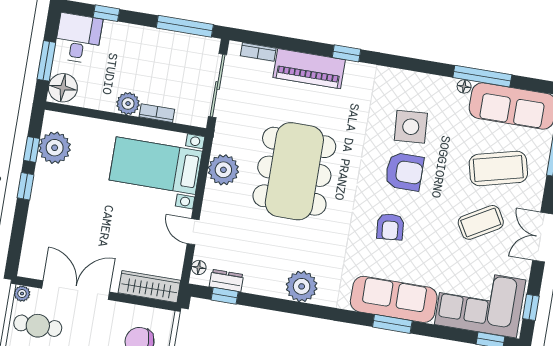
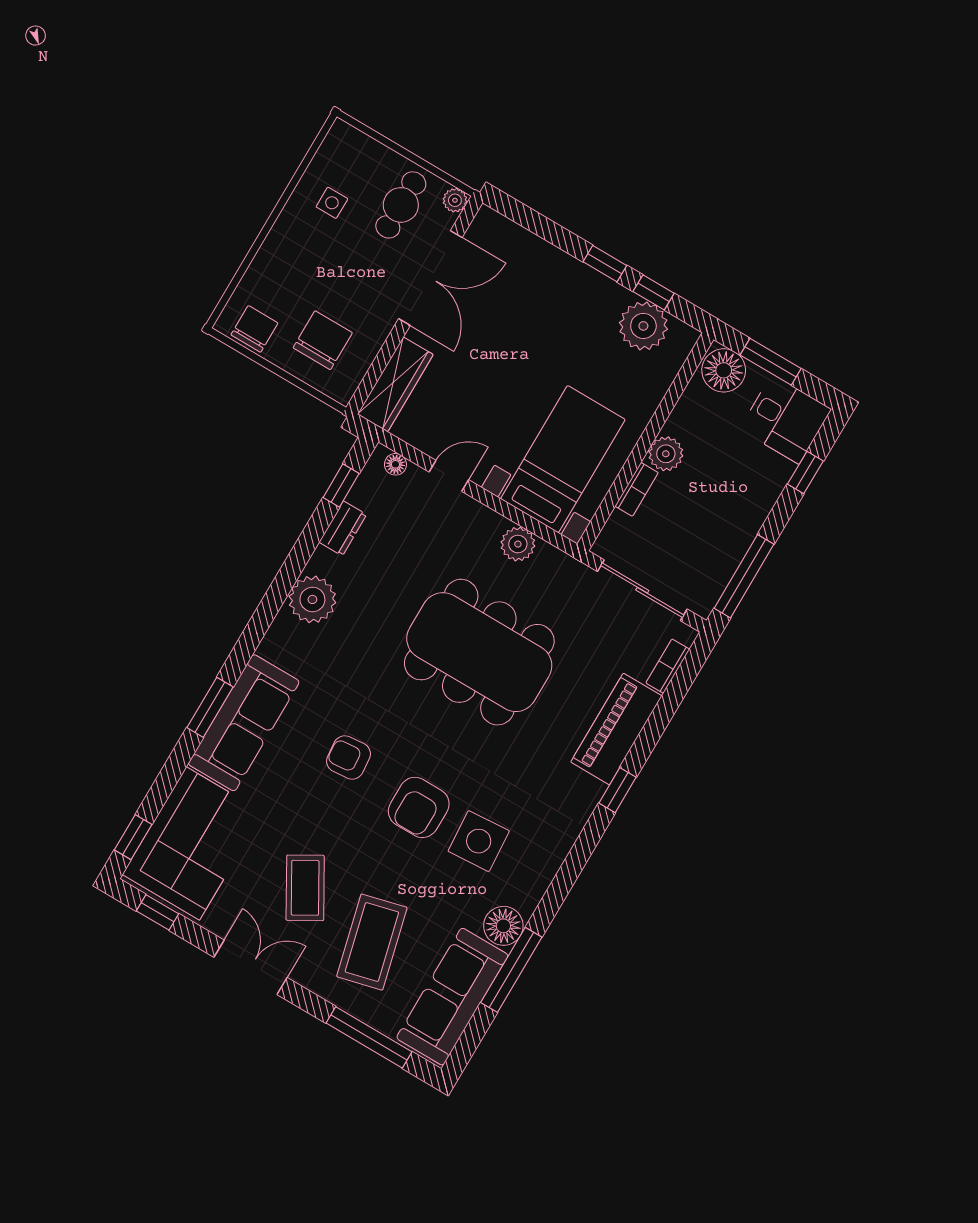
floor lamp: (464, 86) -> (503, 926), width x1.89, depth x1.89
plant: (223, 170) -> (518, 544), width x0.73, depth x0.73
dresser: (226, 281) -> (343, 528), moved

